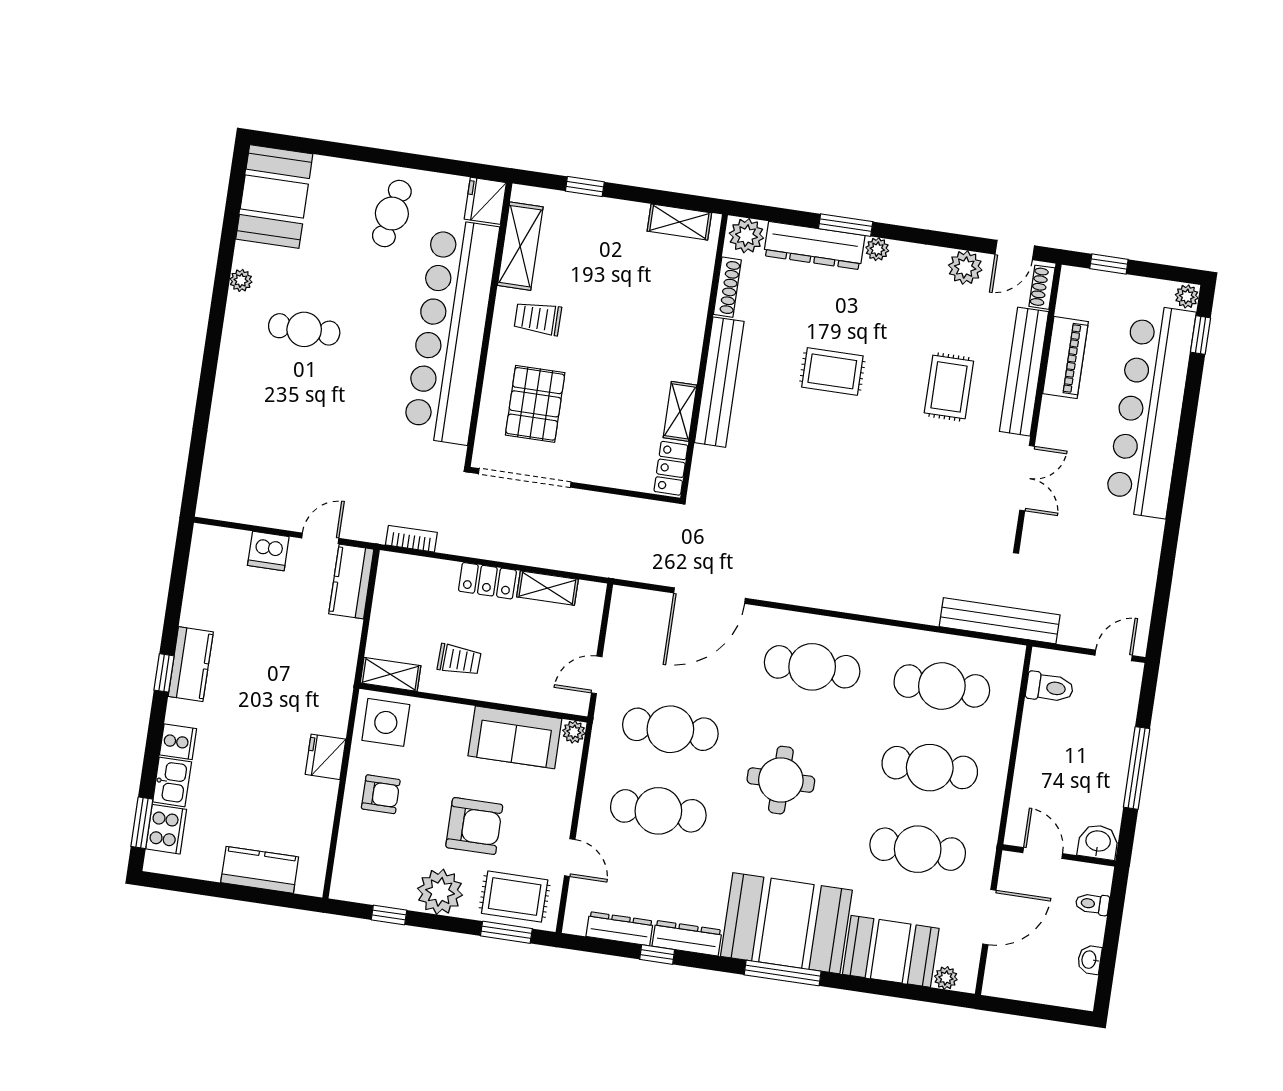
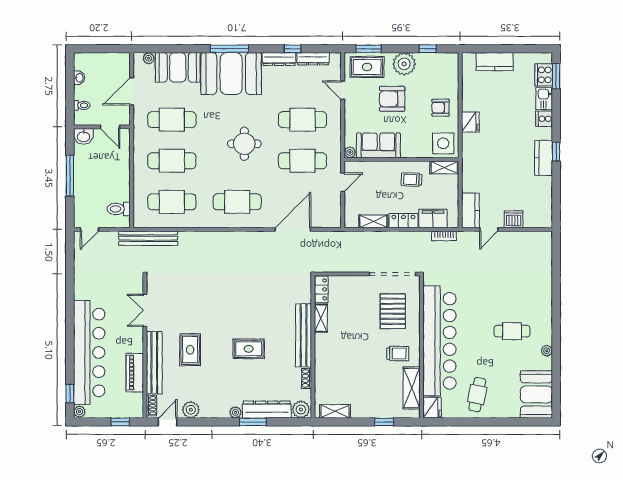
shoe rack: (727, 287) -> (307, 378), width x0.70
filing cabinet: (428, 576) -> (433, 219), added

